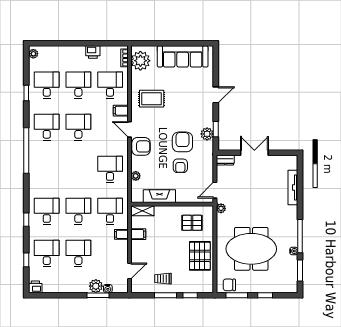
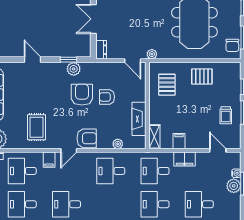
armchair: (182, 142) -> (82, 95), turned 90
armchair: (141, 146) -> (87, 138), turned 90
armchair: (180, 166) -> (107, 97), turned 180
filing cabinet: (121, 234) -> (185, 159), width x2.00
pallet: (200, 256) -> (202, 76), width x0.67, depth x0.71

